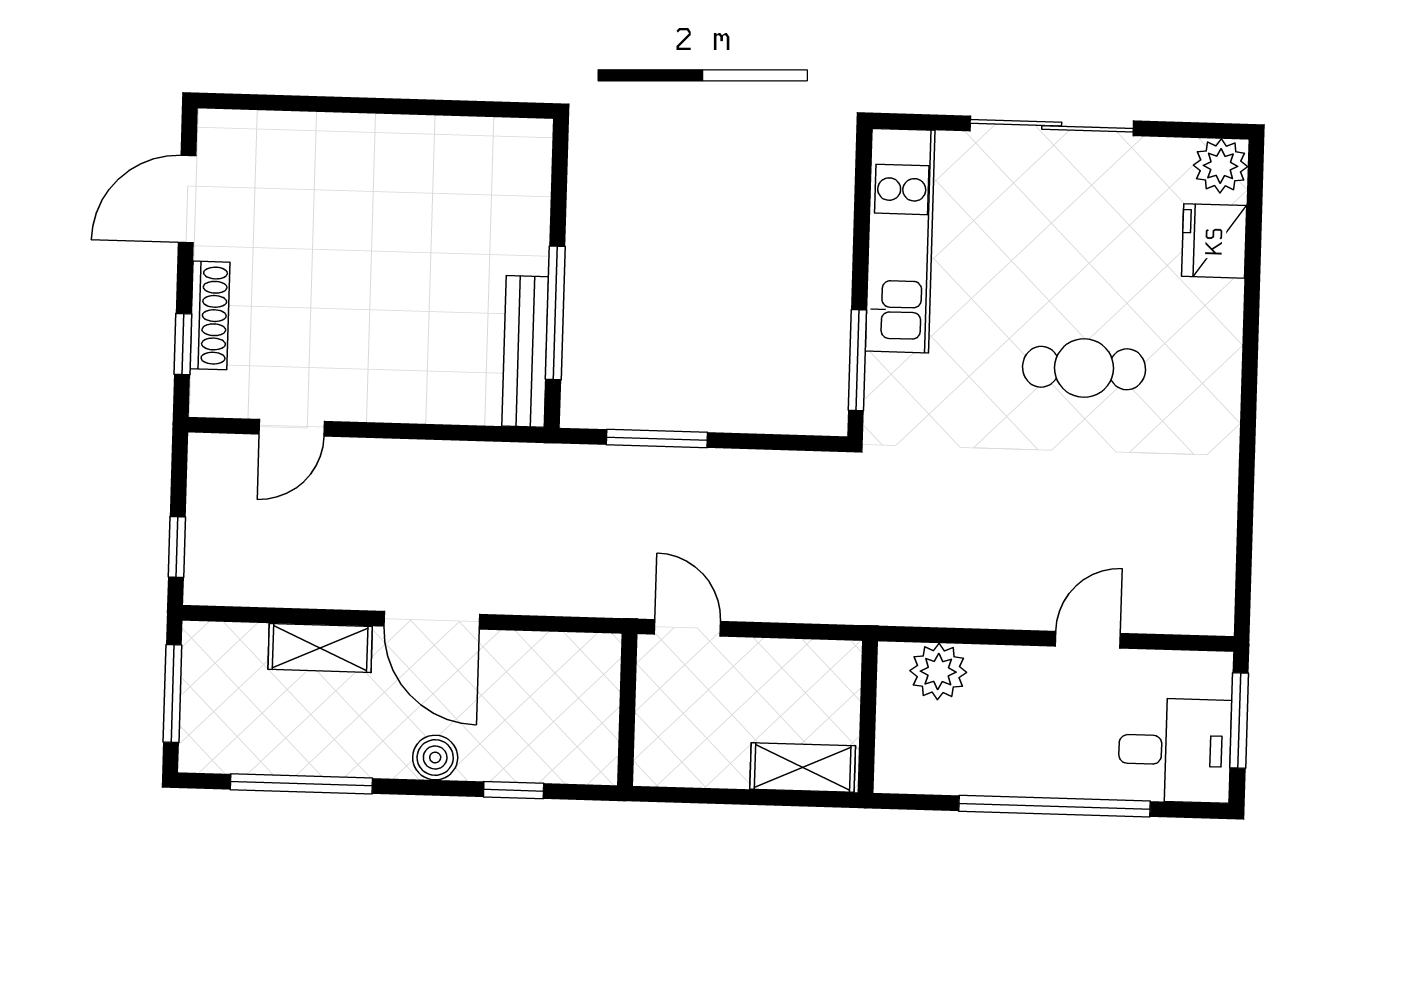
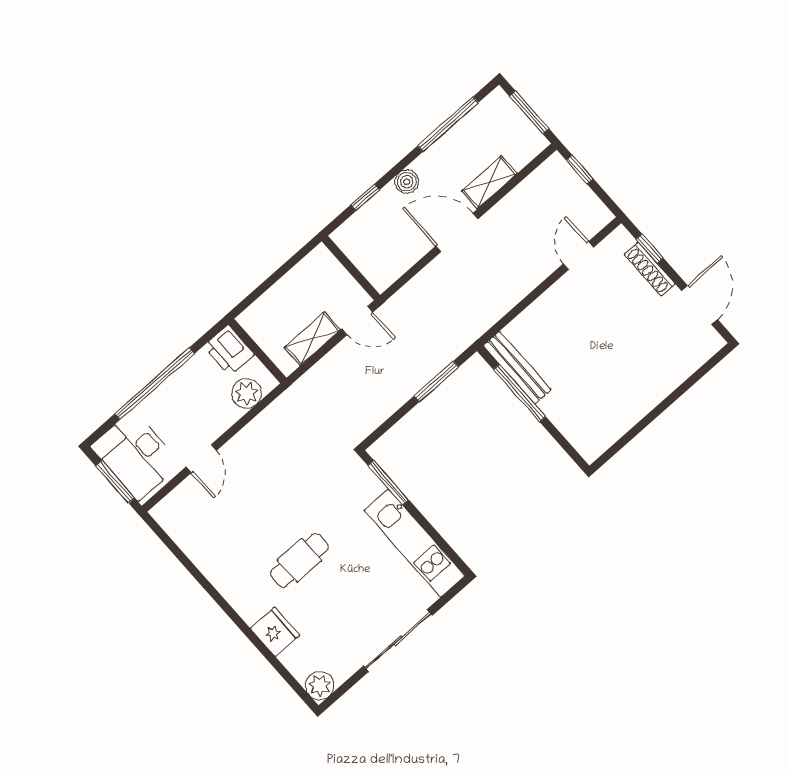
fridge: (1214, 241) -> (275, 632), moved
desk: (1175, 750) -> (136, 455), width x1.37
printer: (906, 755) -> (229, 350), added
shelving: (803, 767) -> (312, 339), moved

